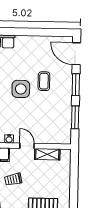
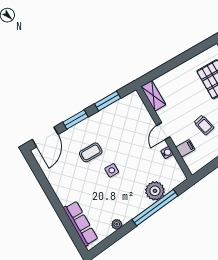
side table: (21, 89) -> (112, 170), width x0.54, depth x0.54
shelving: (47, 154) -> (153, 96), moved

